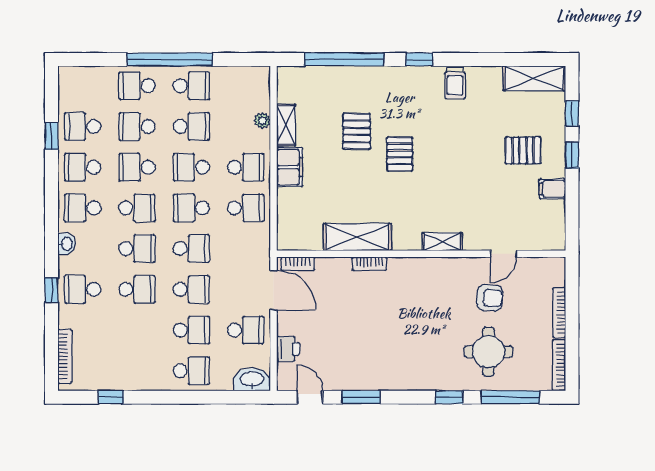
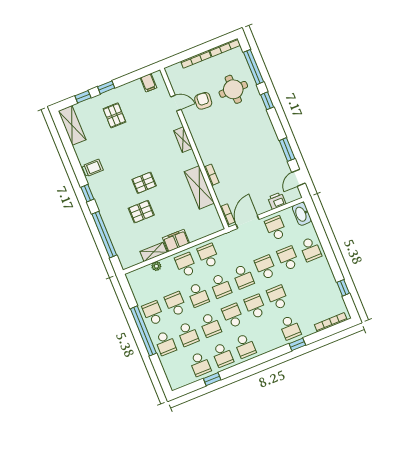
filing cabinet: (552, 189) -> (148, 83), moved
washbasin: (66, 244) -> (268, 347), removed
school desk: (191, 249) -> (243, 277), turned 180
school desk: (191, 371) -> (310, 249), turned 180

